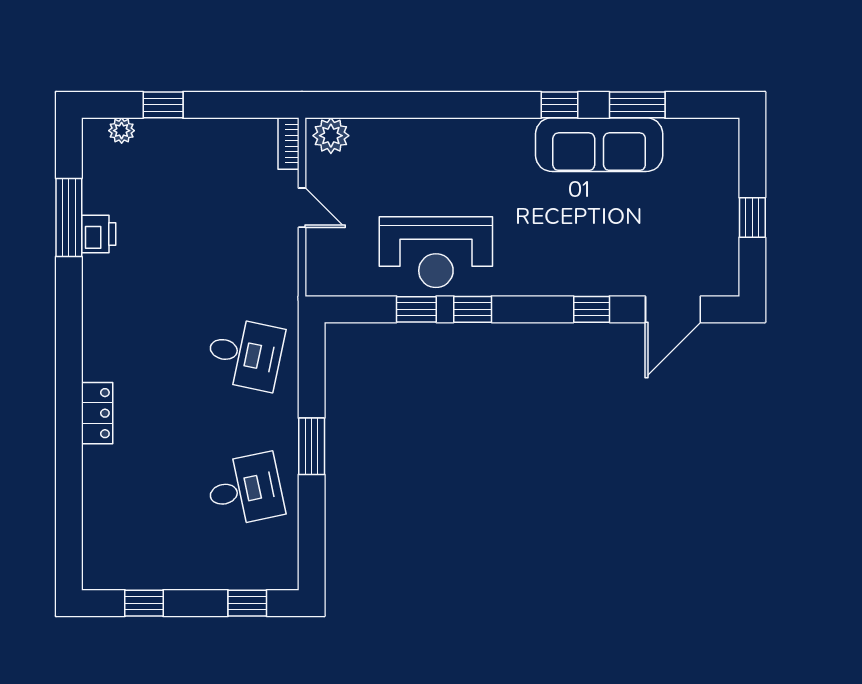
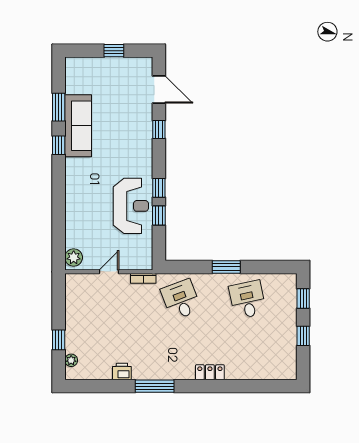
bookcase: (288, 143) -> (143, 278), moved
window: (69, 217) -> (155, 386), moved
desk: (245, 354) -> (181, 300), turned -33
window: (144, 603) -> (303, 336), moved

